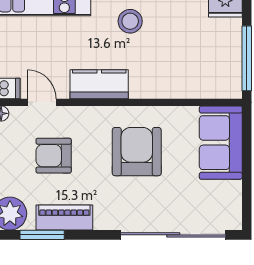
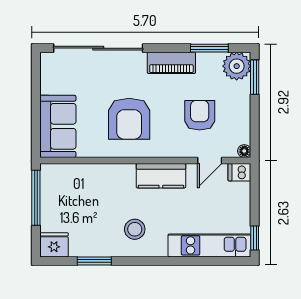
door: (42, 102) -> (210, 161), hinge flipped
armchair: (54, 156) -> (200, 115), turned -90
piano: (64, 217) -> (171, 63), moved

